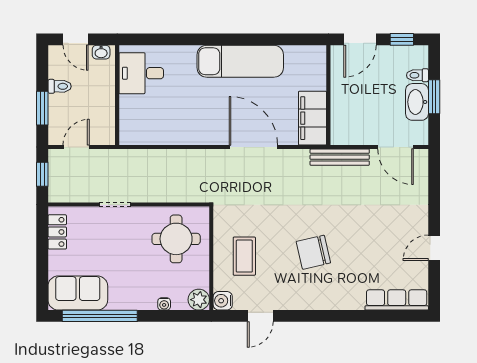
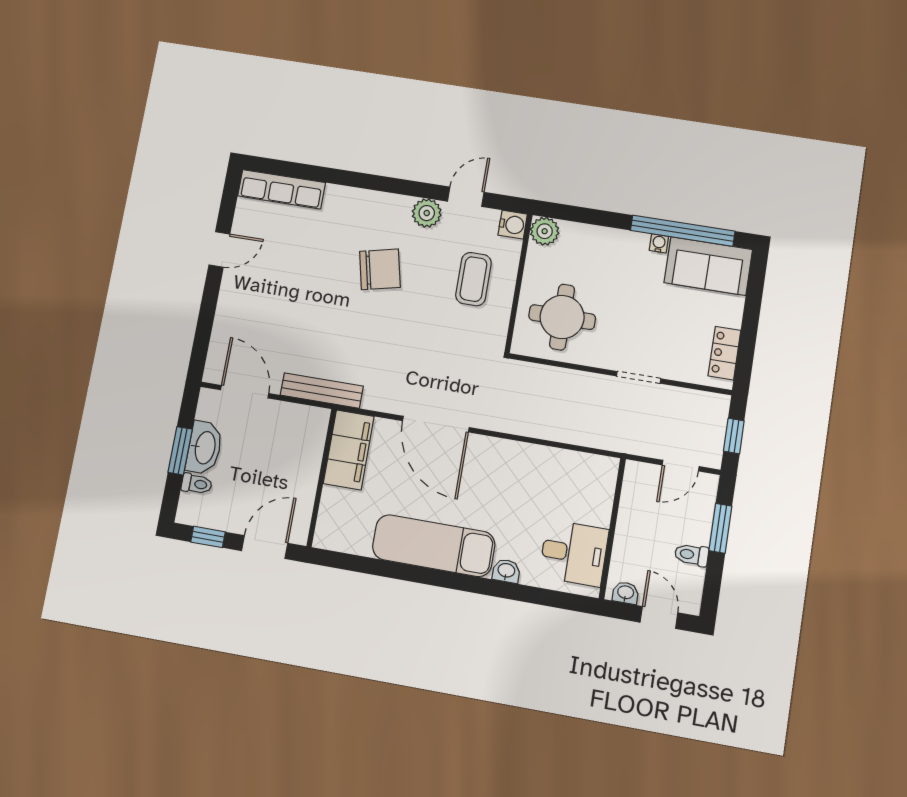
washbasin: (186, 53) -> (506, 571), added
plant: (287, 299) -> (427, 213), added
water cooler: (164, 304) -> (659, 243), moved

